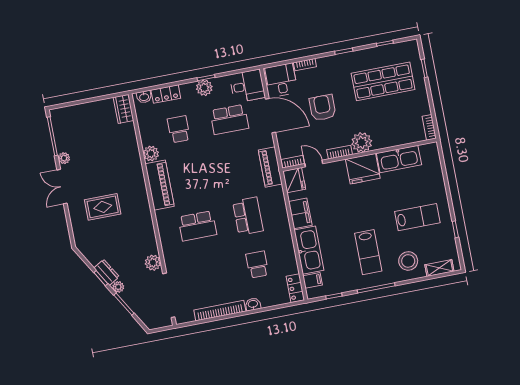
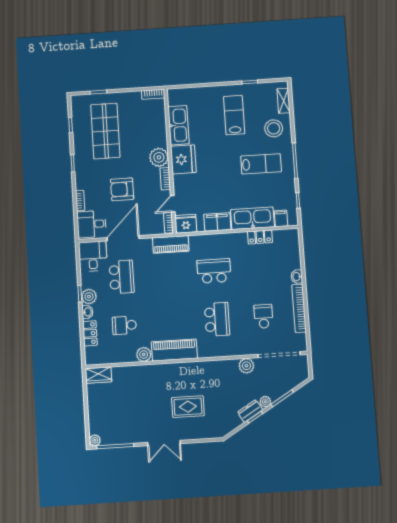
washbasin: (144, 97) -> (87, 312), moved
plant: (64, 158) -> (95, 440), moved
rug: (103, 207) -> (188, 407), turned 90
school desk: (257, 265) -> (263, 316), moved, turned 90
locker: (295, 288) -> (260, 237), moved

